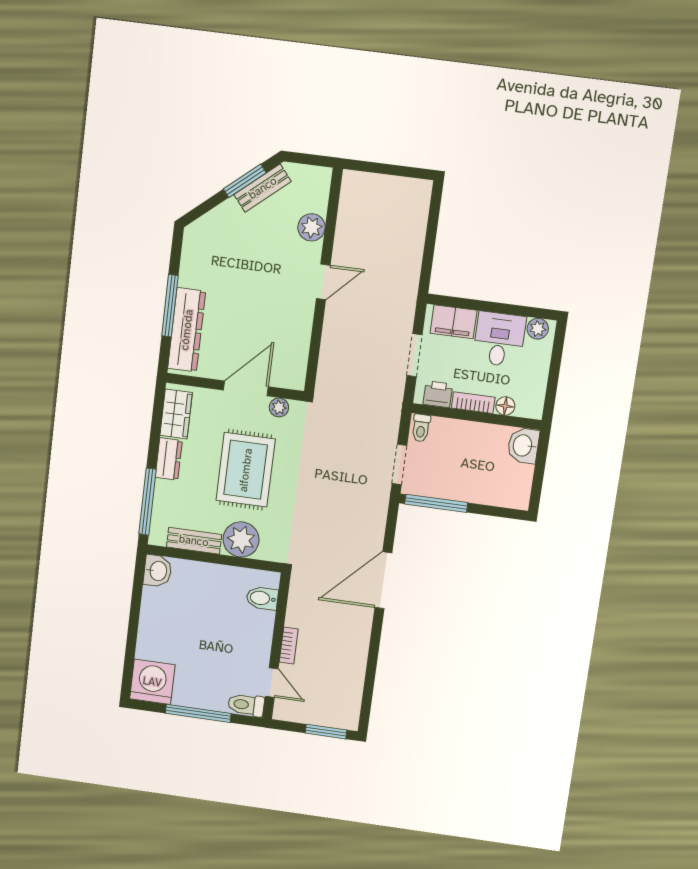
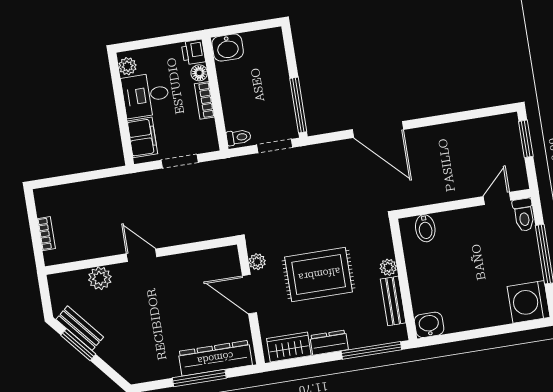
printer: (438, 394) -> (193, 52), moved
plant: (241, 539) -> (388, 267), width x0.53, depth x0.53
bookcase: (289, 645) -> (46, 234), moved, turned 90

